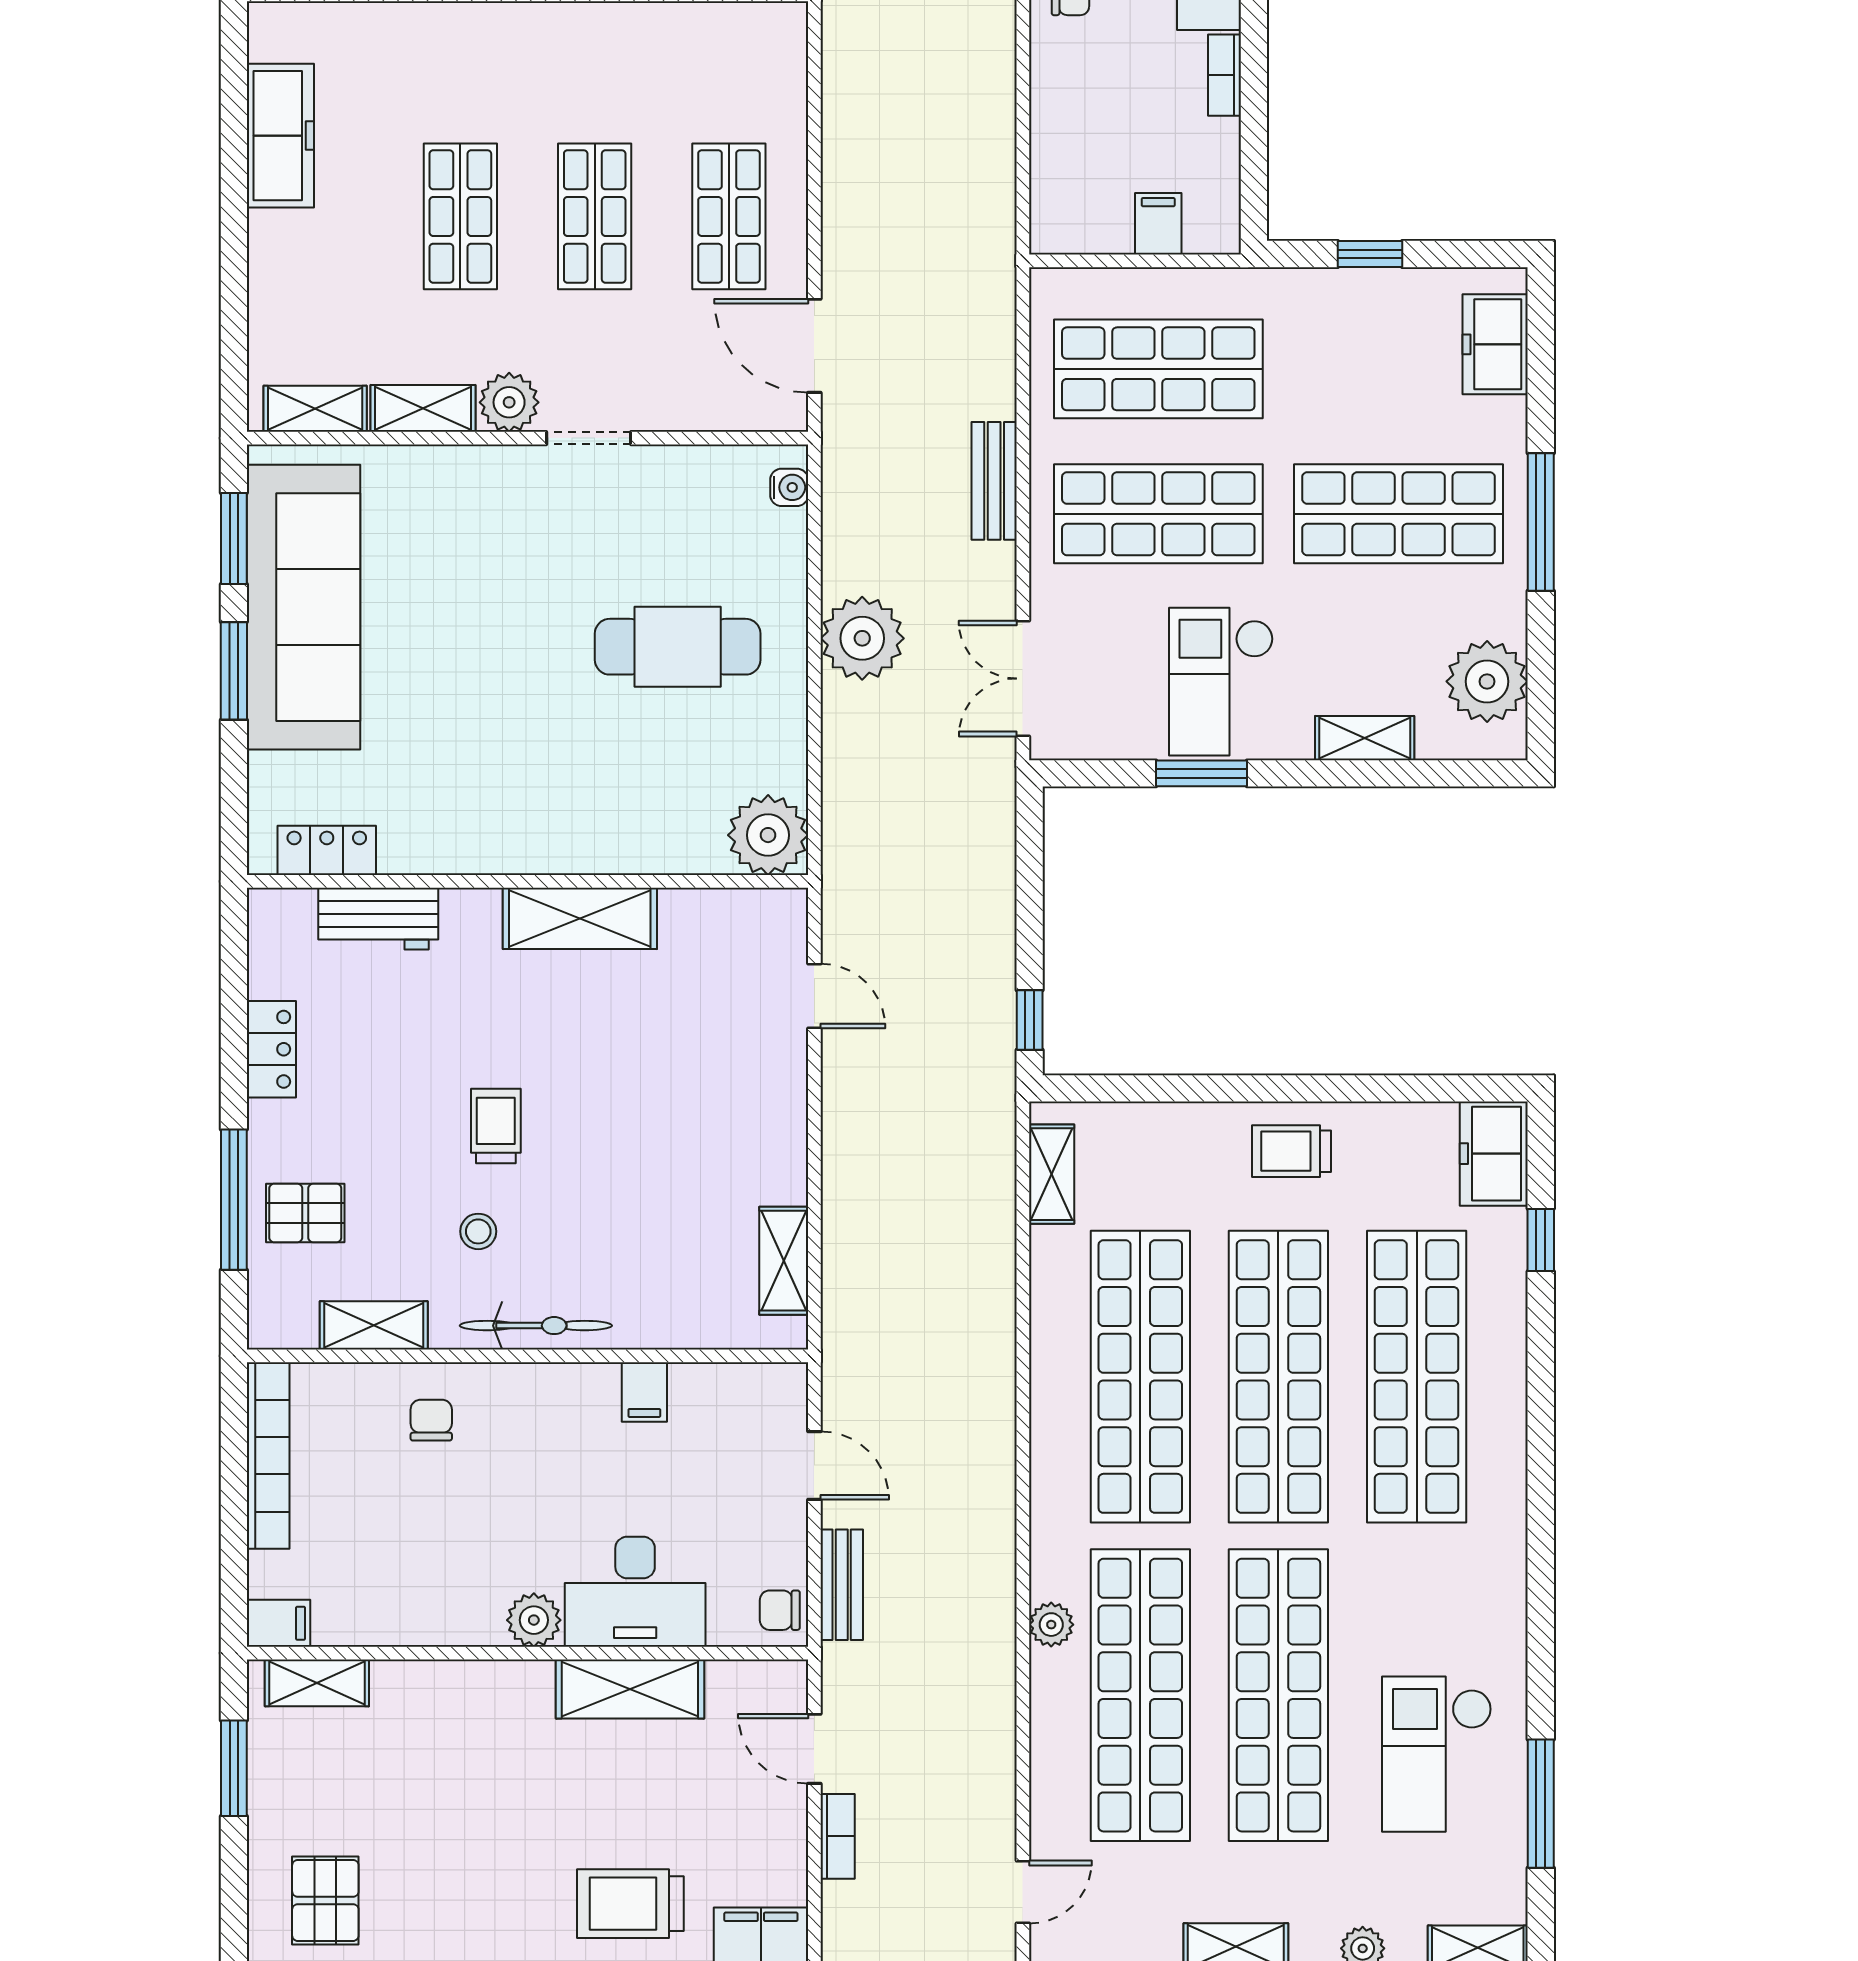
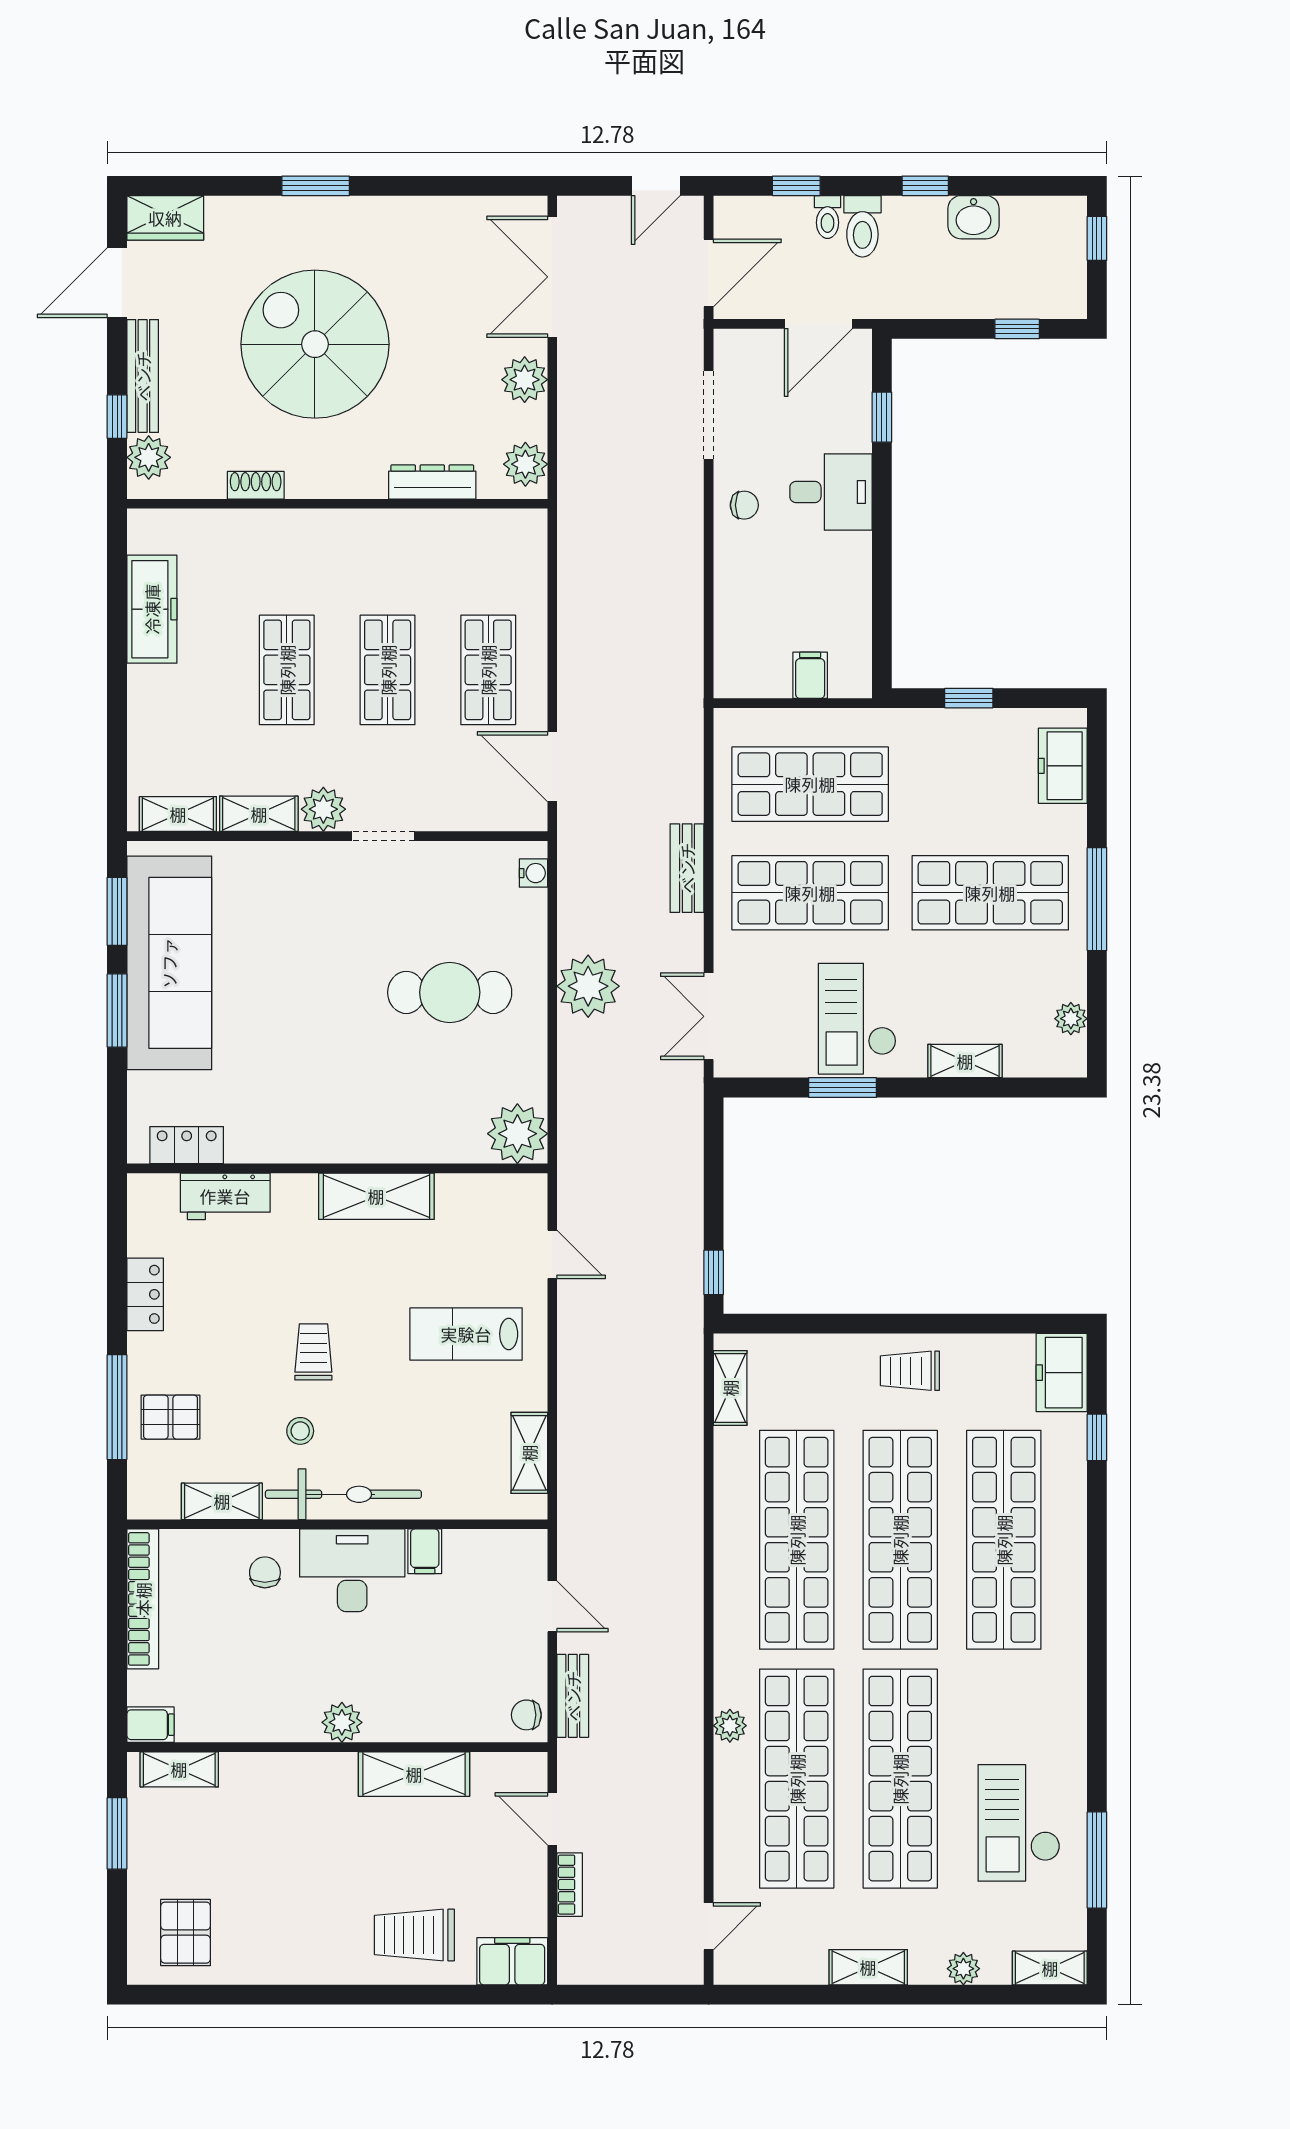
bookcase: (1225, 75) -> (860, 564), removed
plant: (1487, 681) -> (1071, 1019), width x0.53, depth x0.53
lab bench: (699, 1102) -> (466, 1334), added
bicycle: (536, 1326) -> (343, 1494), width x1.37, depth x1.40
desk: (635, 1592) -> (352, 1570), moved, turned 180

